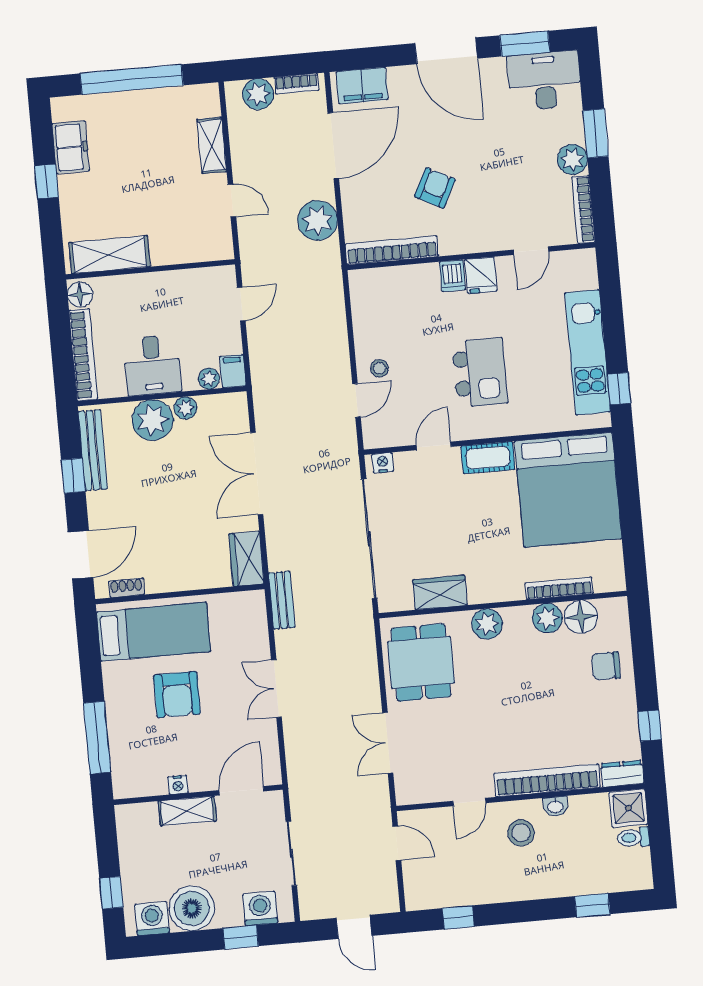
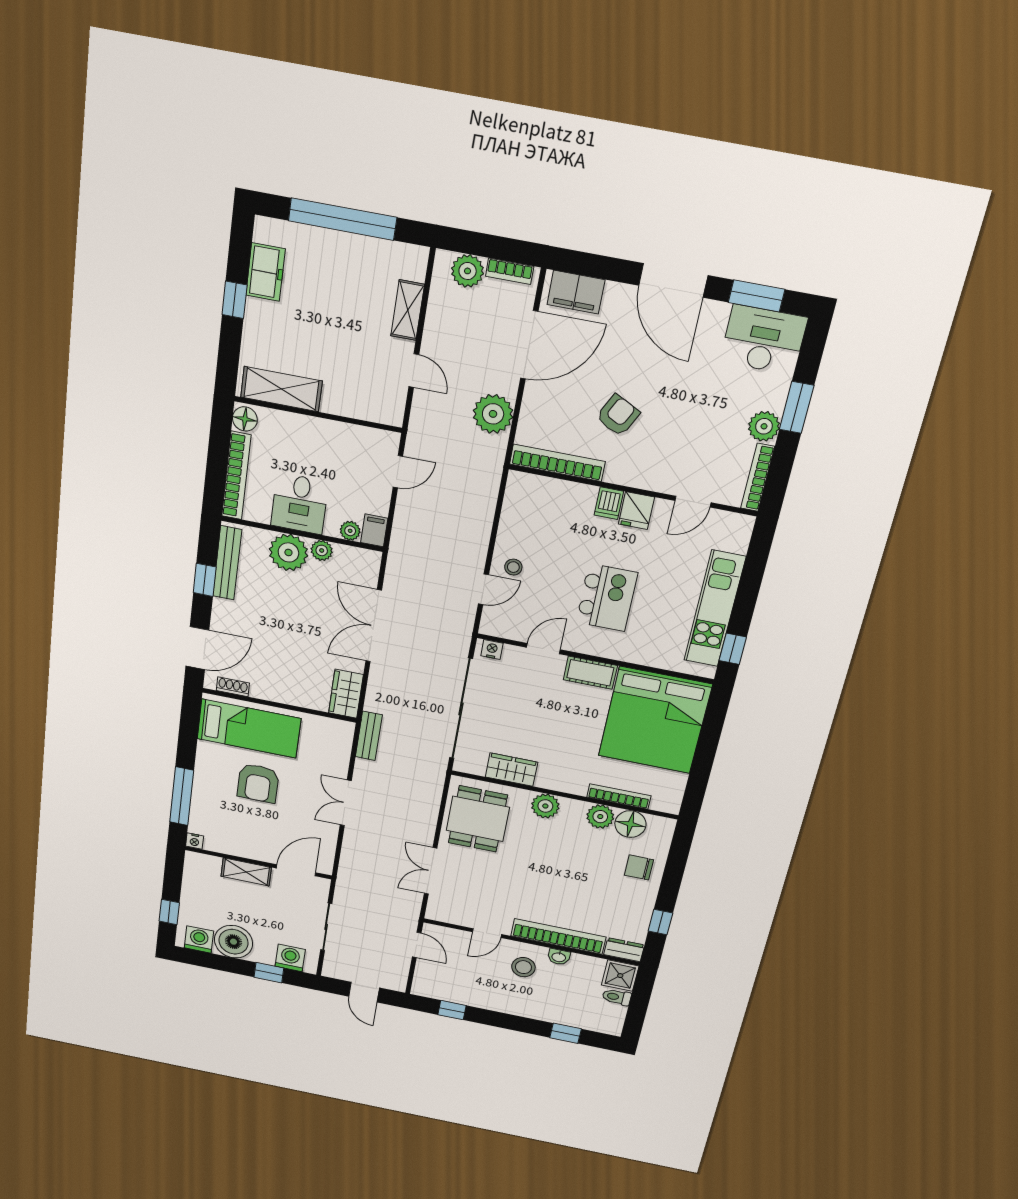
nightstand: (178, 785) -> (195, 841), moved

